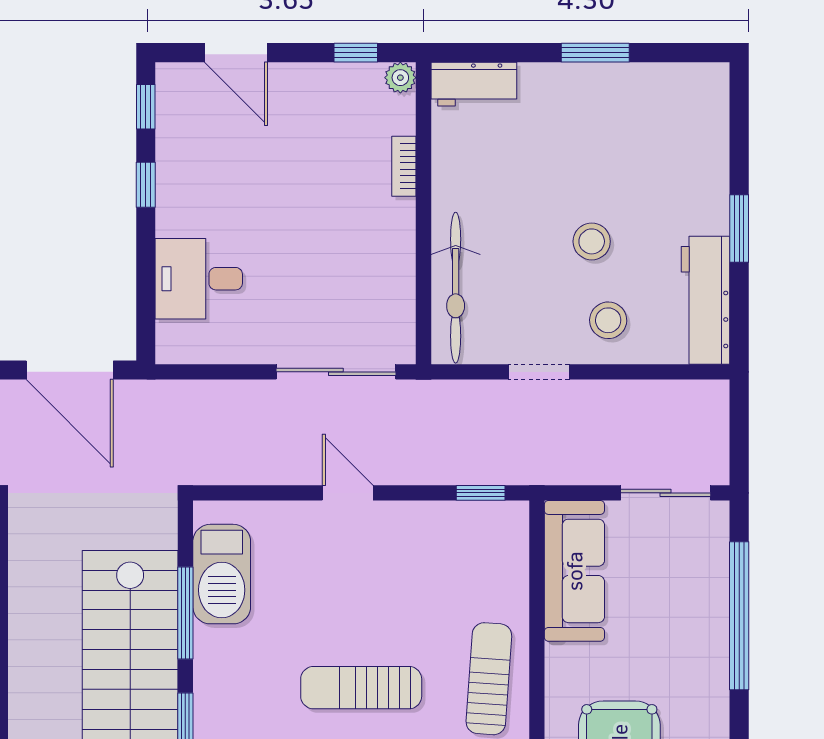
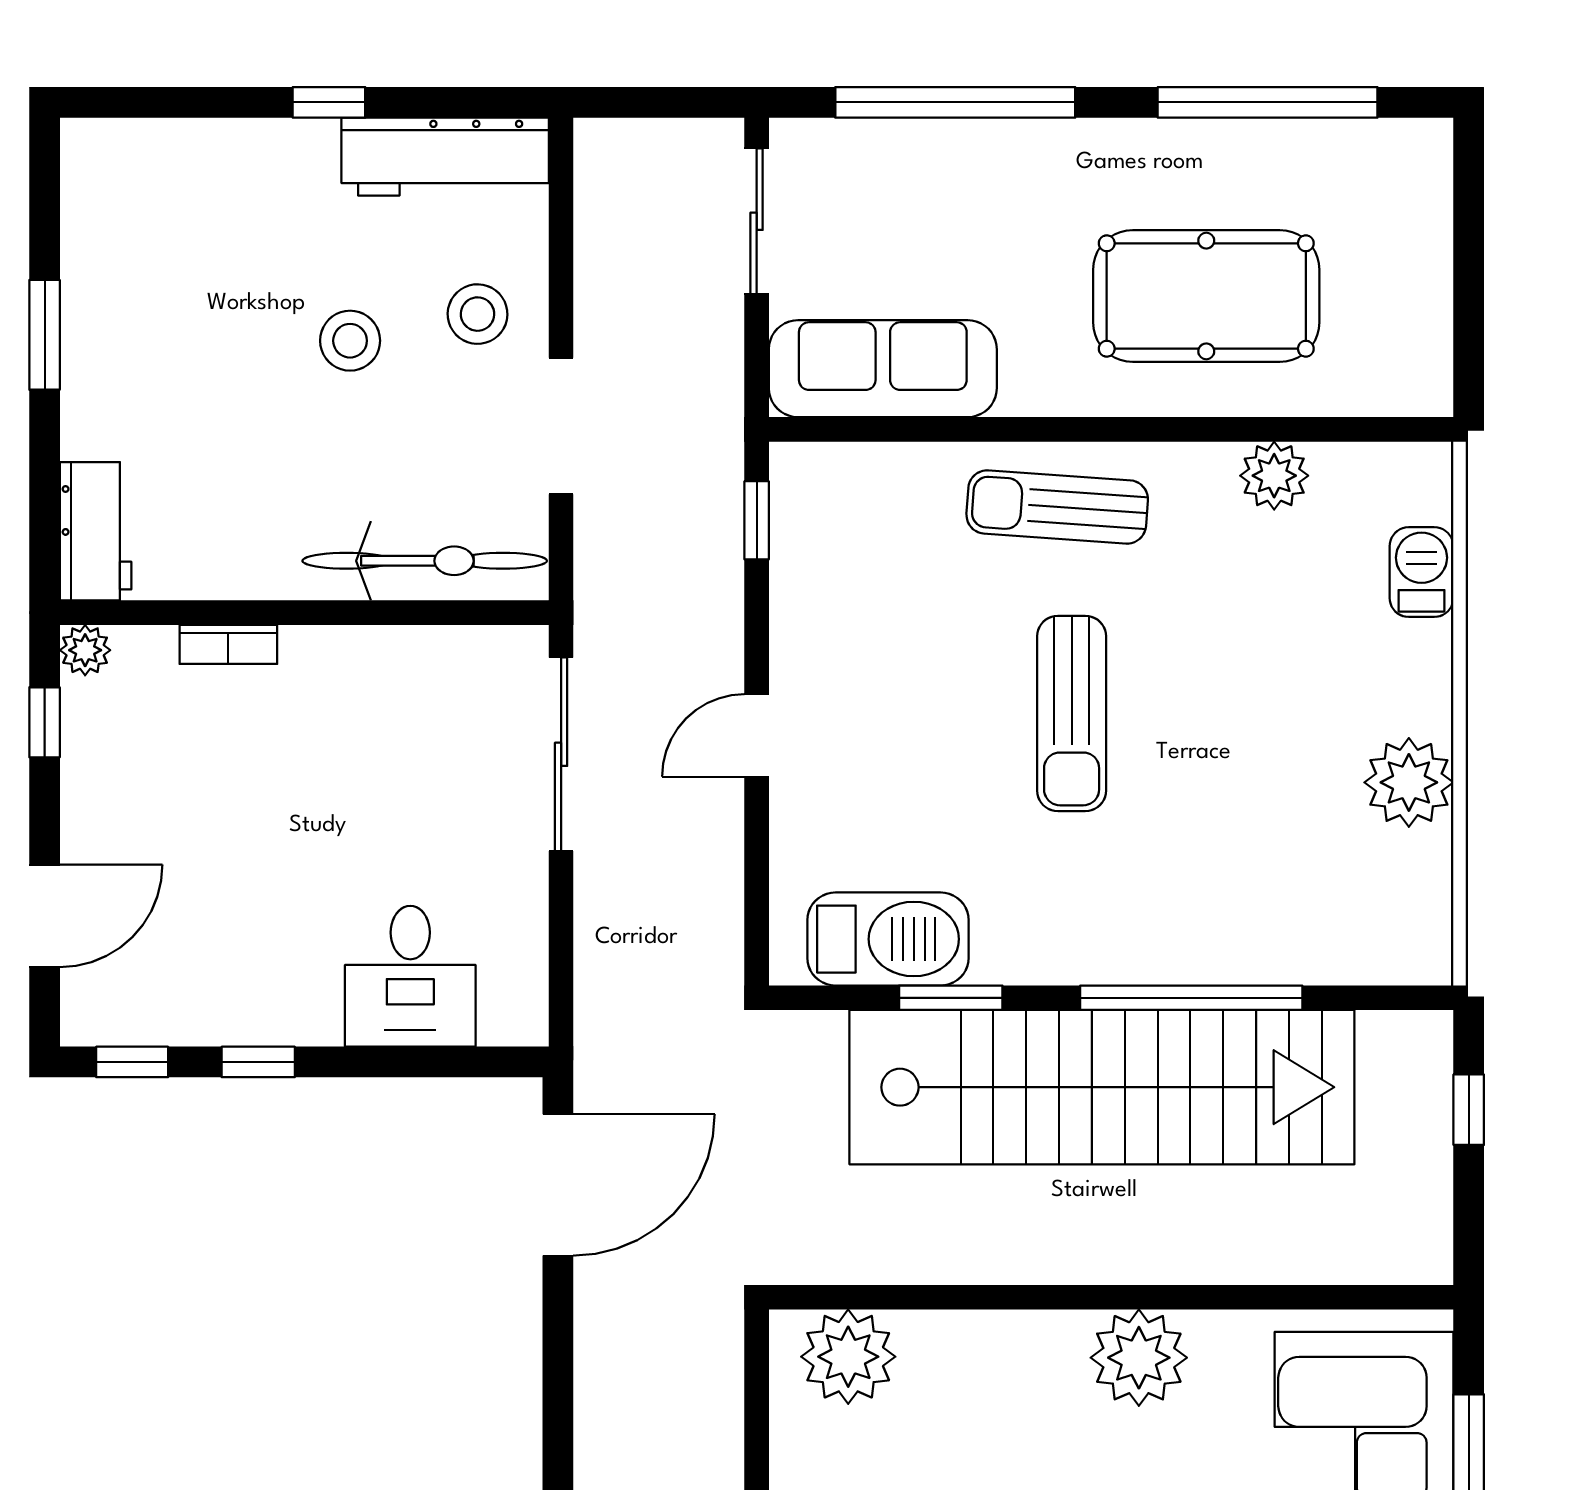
window: (739, 228) -> (329, 102), width x0.67
doorway: (539, 372) -> (561, 426), width x1.38
window: (185, 613) -> (951, 998), width x0.69

